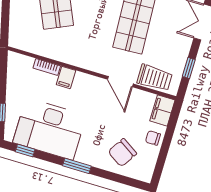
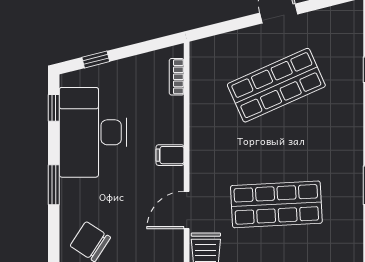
bookcase: (47, 67) -> (177, 77), moved
filing cabinet: (66, 78) -> (170, 155), moved

